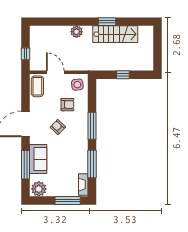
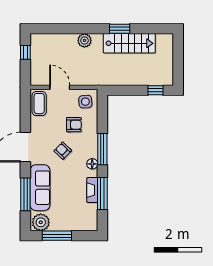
window: (26, 54) -> (25, 52), moved
window: (123, 75) -> (155, 90), moved
floor lamp: (83, 138) -> (92, 164), added
sofa: (38, 159) -> (40, 188), width x1.36
fireplace: (83, 185) -> (92, 190), moved
window: (68, 201) -> (57, 236), moved

